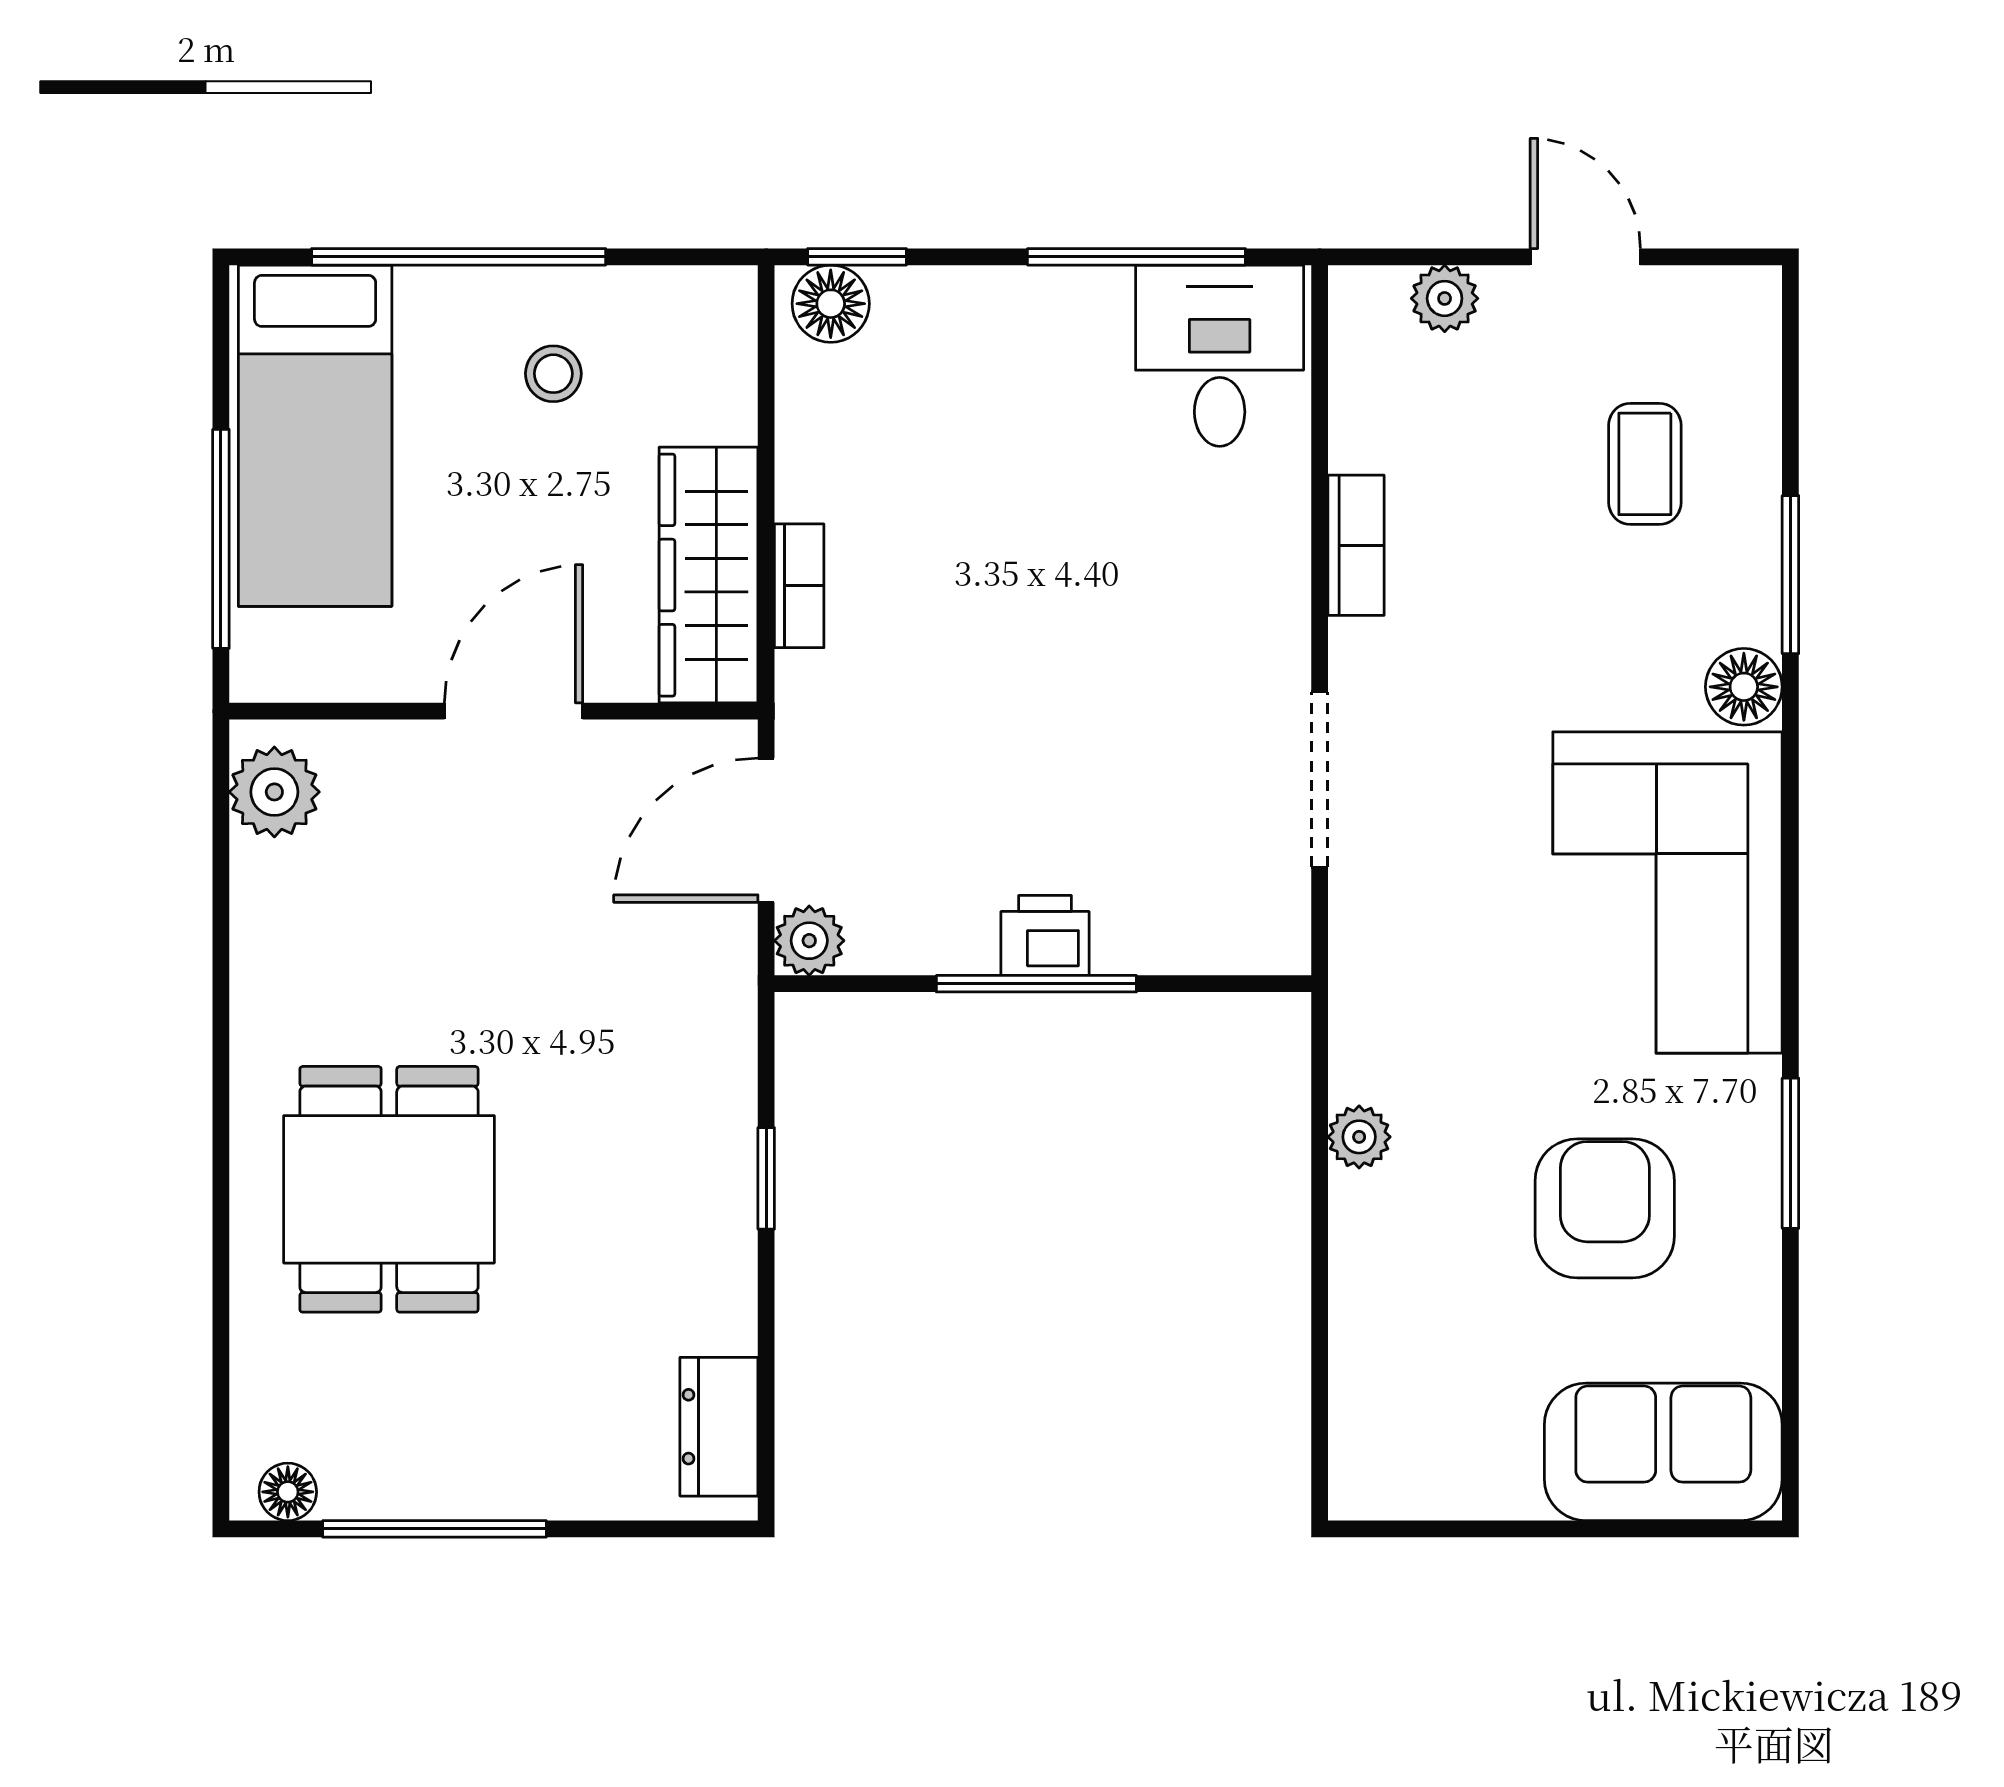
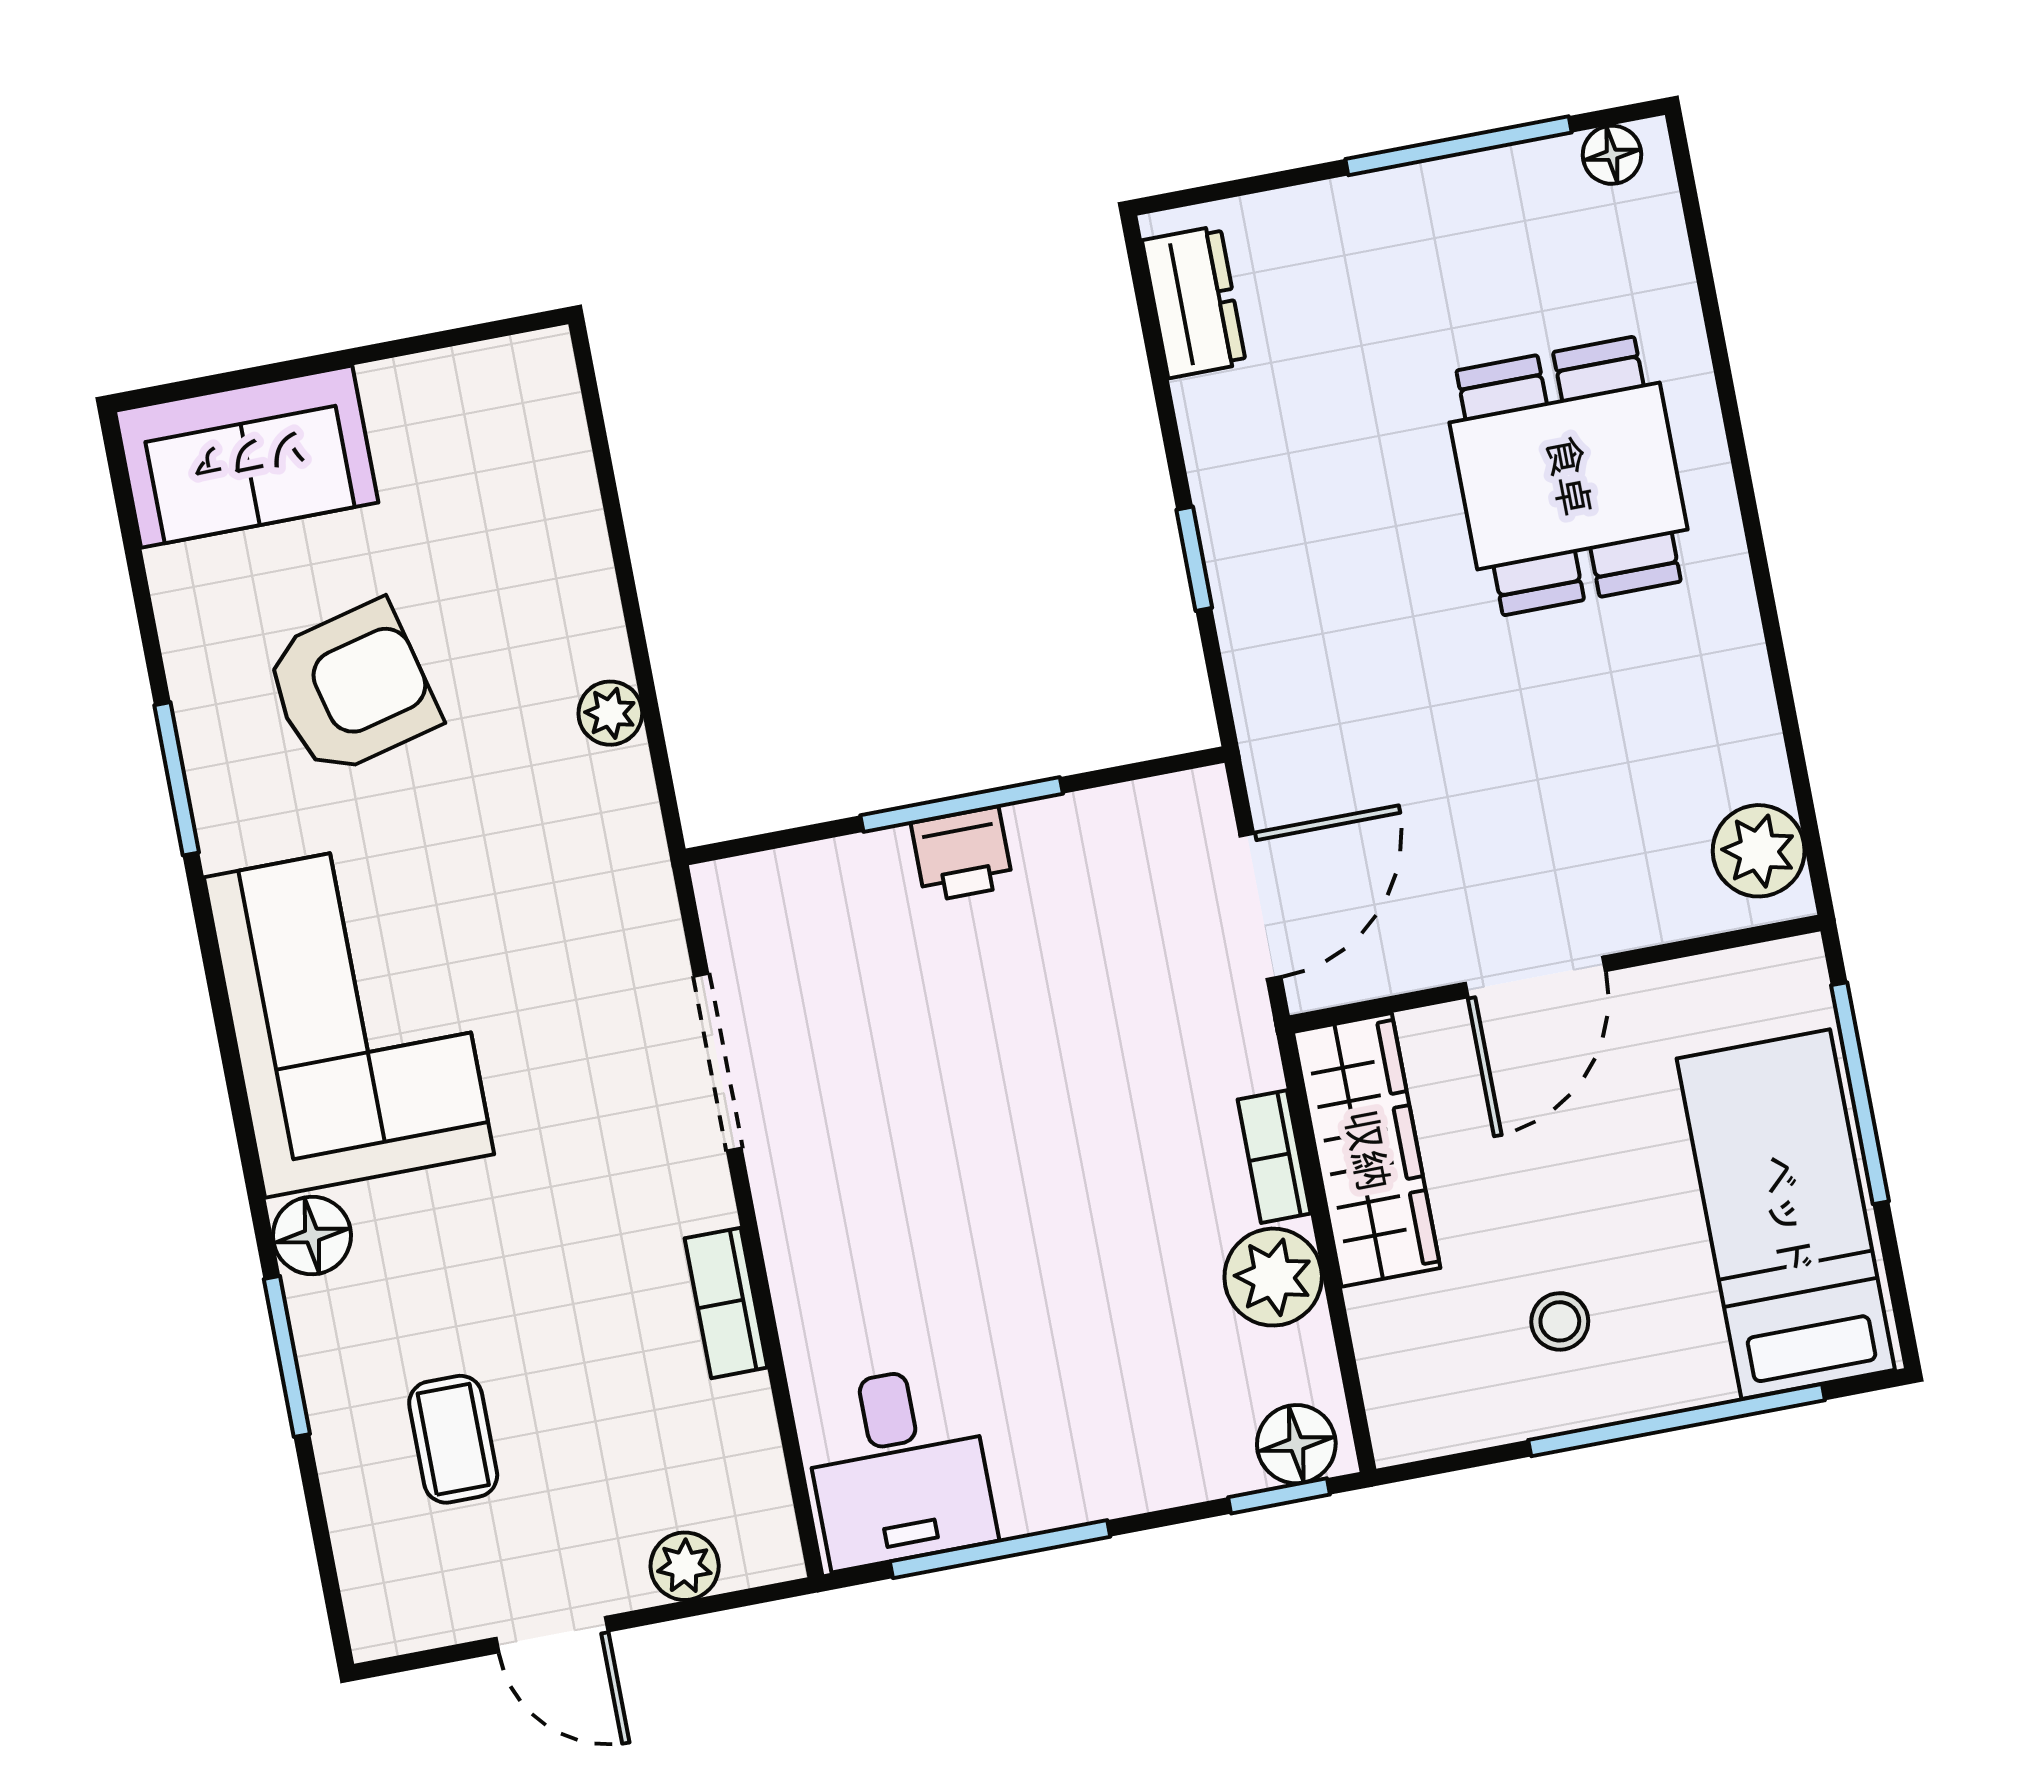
plant: (809, 941) -> (1273, 1277), moved, width x1.38, depth x1.38
armchair: (1605, 1208) -> (351, 689), turned -104

